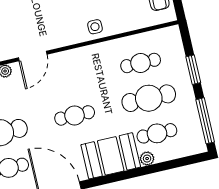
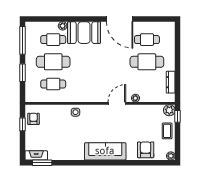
cafe table: (75, 115) -> (100, 62), removed

